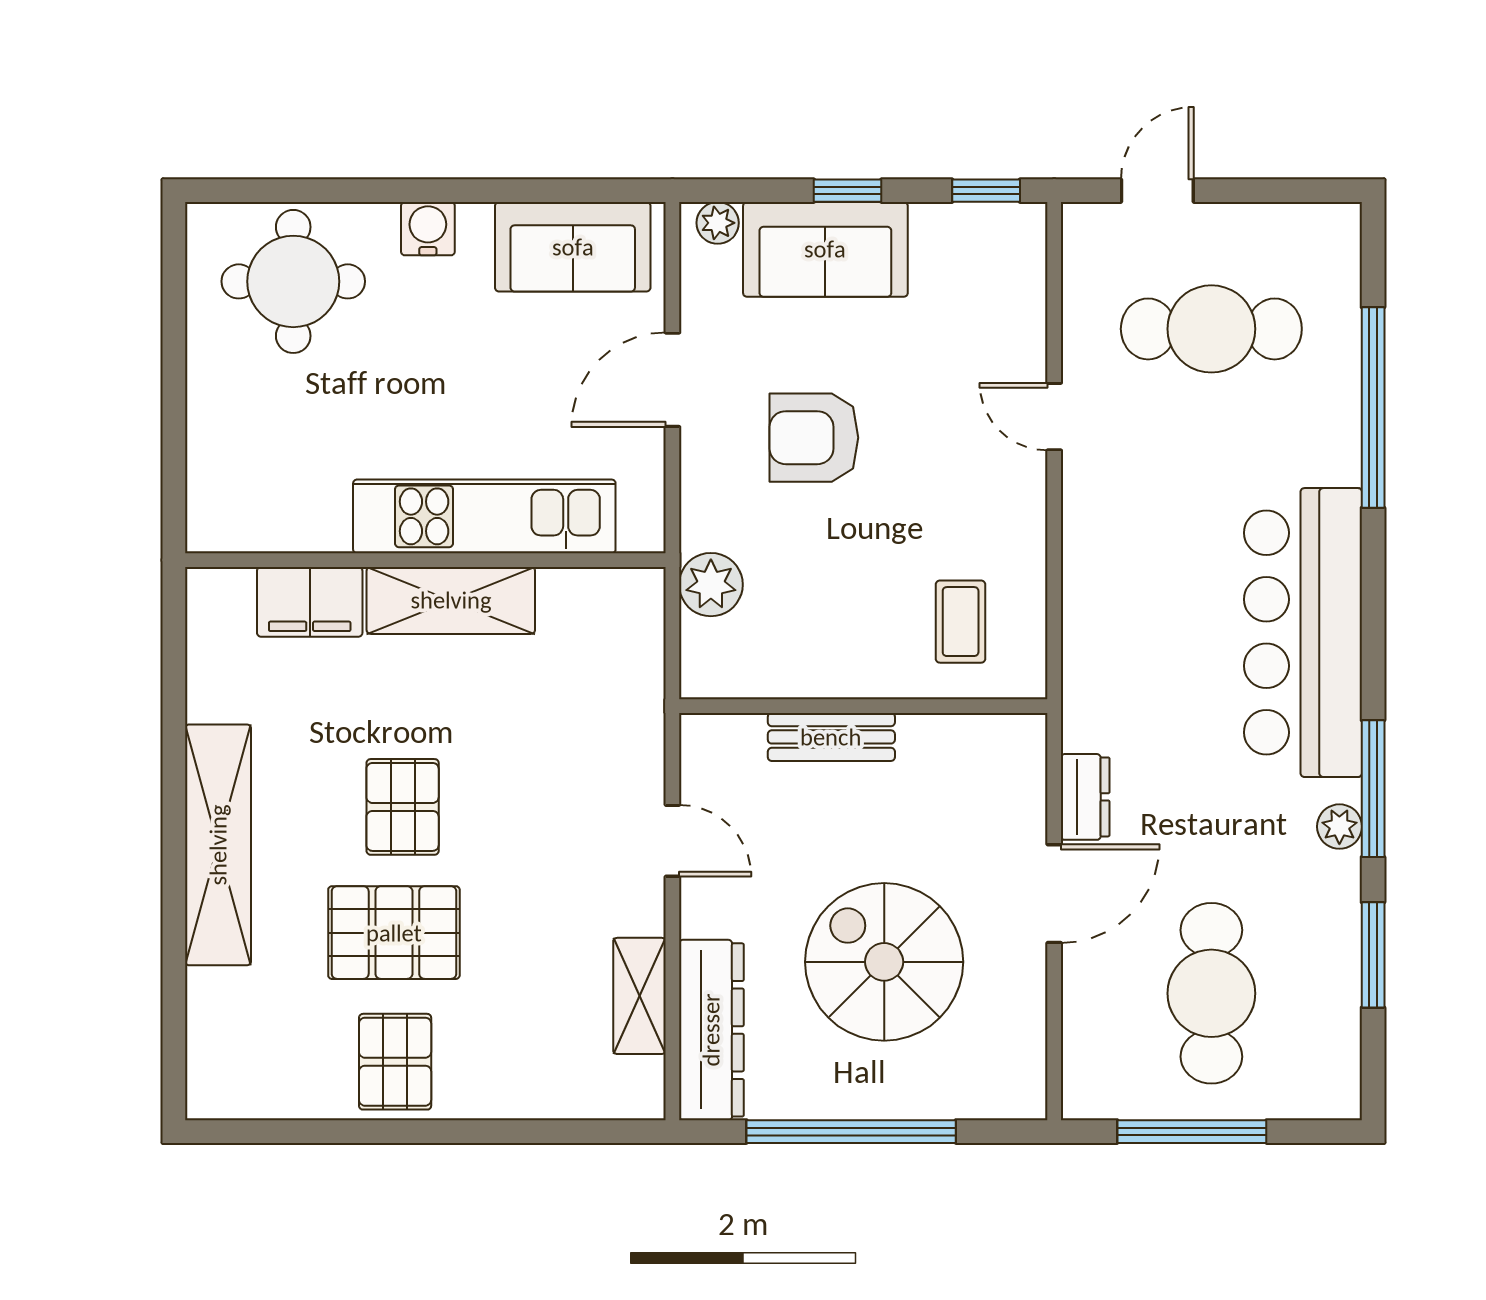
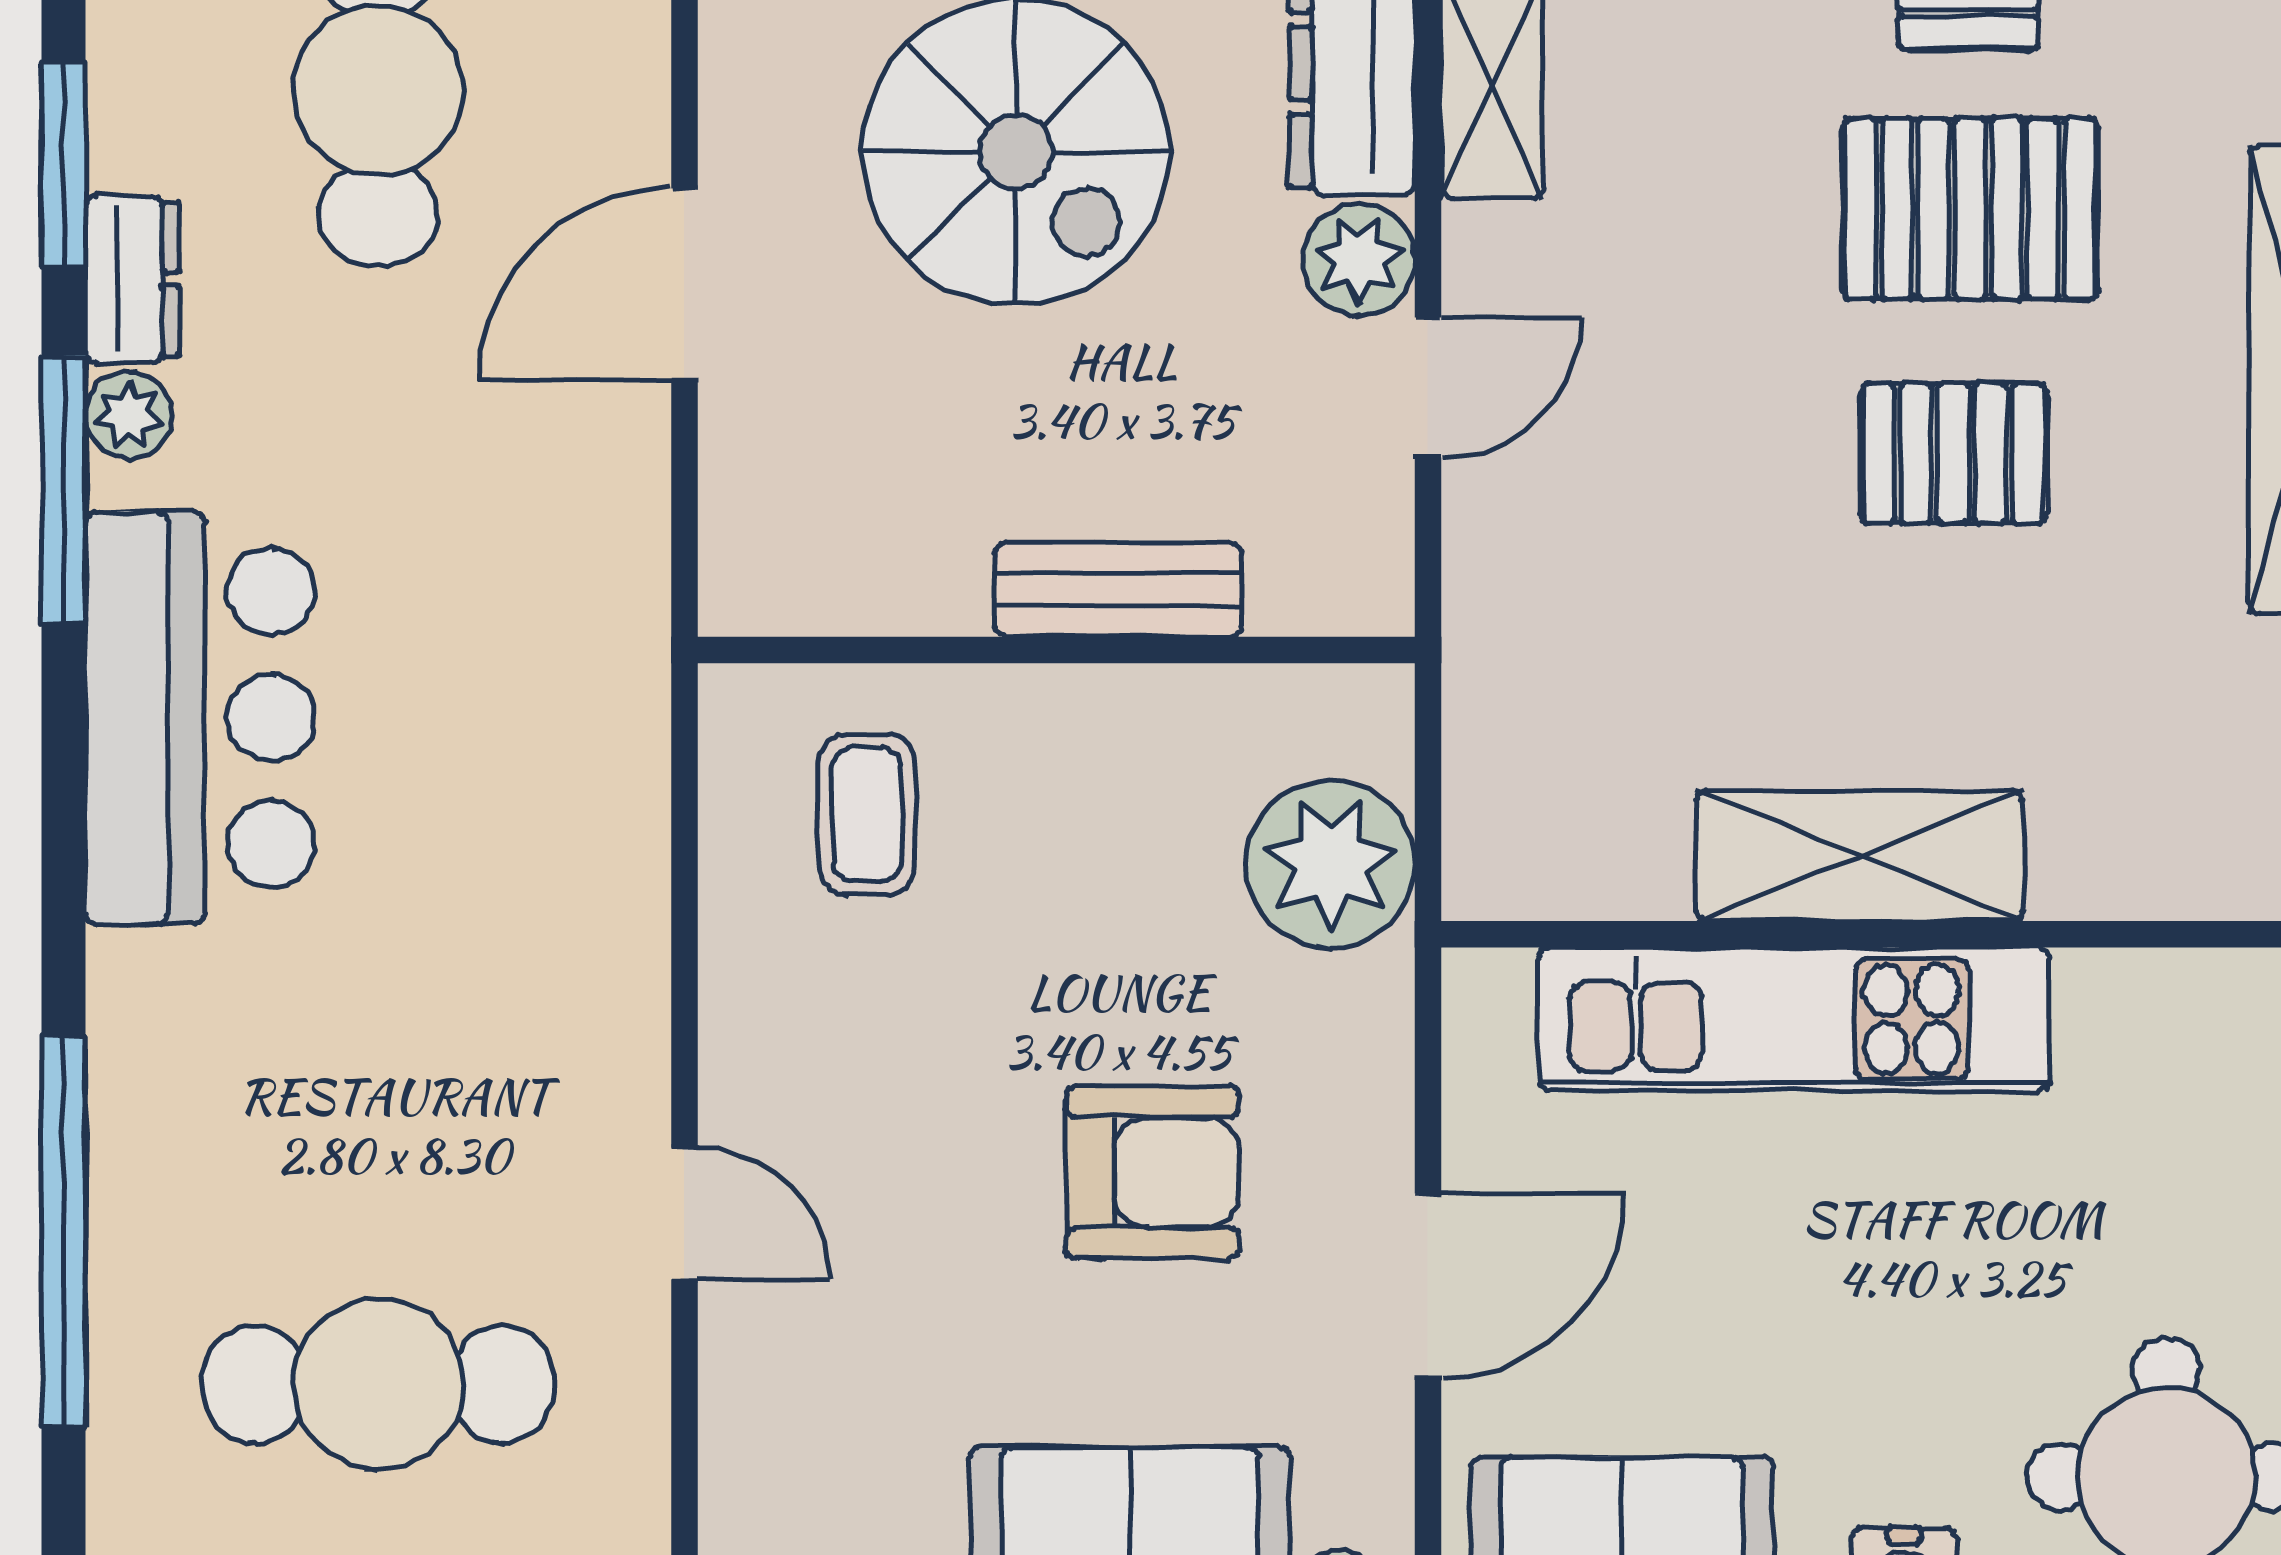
plant: (711, 585) -> (1330, 864), width x1.36, depth x1.36
filing cabinet: (310, 602) -> (2134, 853), removed
bar counter: (1303, 633) -> (200, 718), width x0.73
dresser: (1085, 797) -> (132, 279), moved, turned 180
pallet: (403, 807) -> (1953, 453), turned 90
door: (672, 841) -> (1428, 388), swing flipped
plant: (708, 906) -> (1359, 260), added

